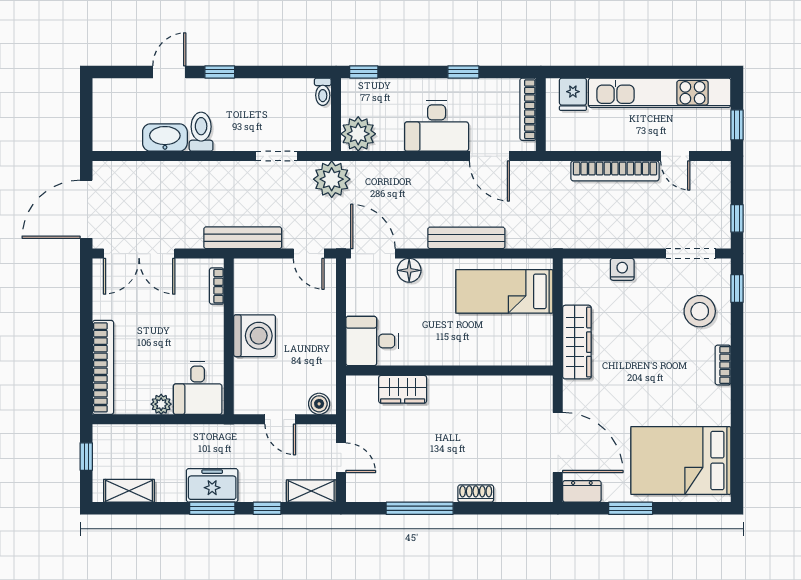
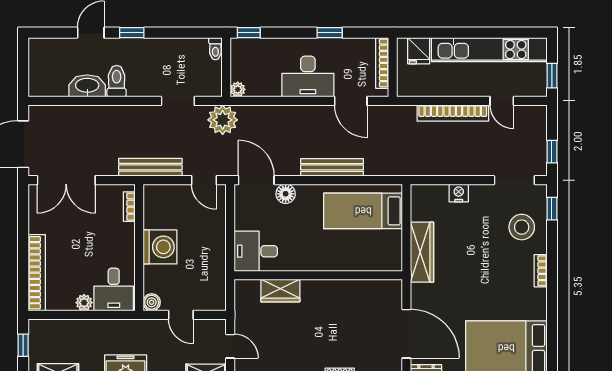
plant: (358, 134) -> (238, 89), width x0.53, depth x0.53
boiler: (319, 404) -> (152, 302), moved

